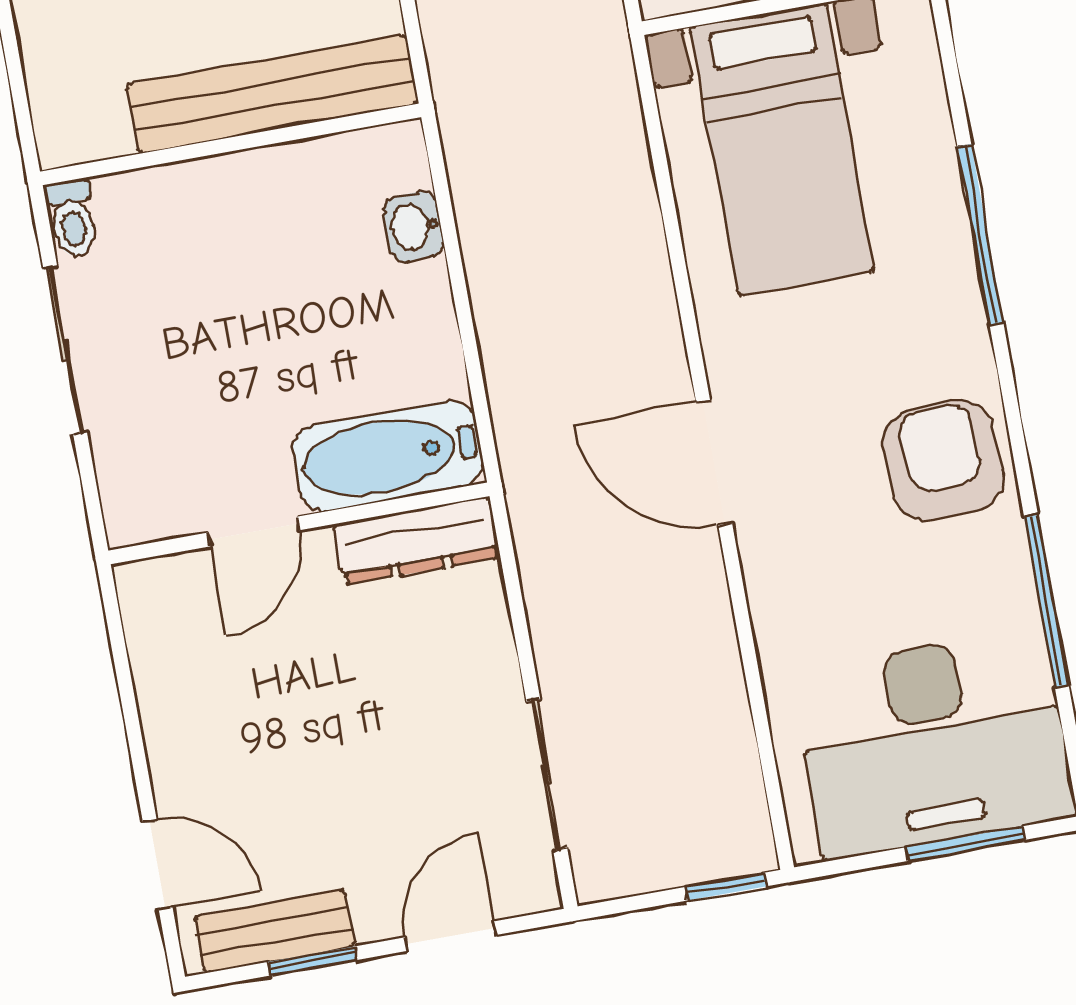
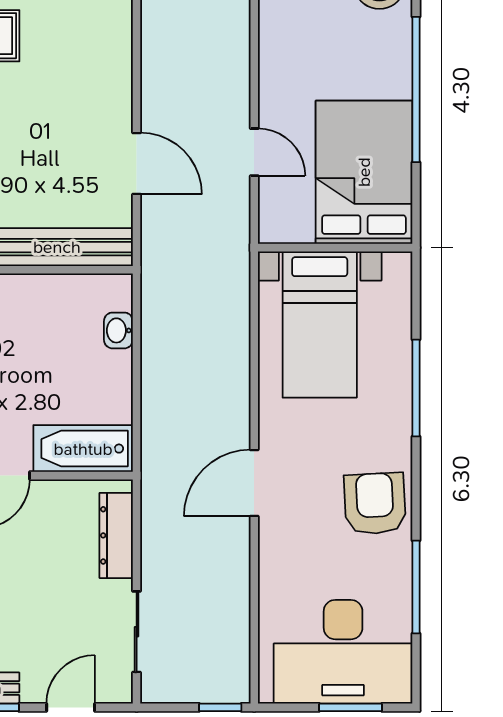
door: (714, 463) -> (254, 483), hinge flipped
dresser: (417, 541) -> (116, 535), moved, turned 90

